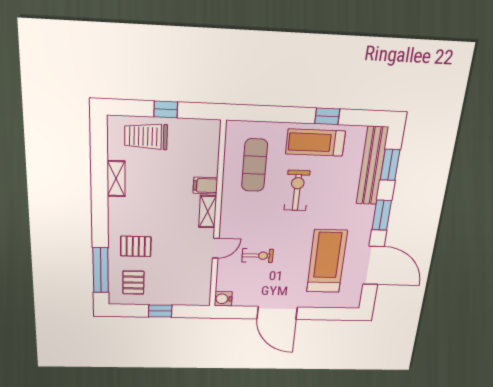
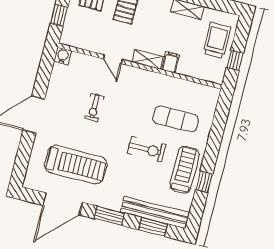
filing cabinet: (205, 186) -> (171, 62), moved
shelving: (208, 212) -> (148, 59), moved
wall: (217, 218) -> (140, 66), moved
door: (216, 248) -> (113, 59), moved
water cooler: (223, 299) -> (63, 56), moved

